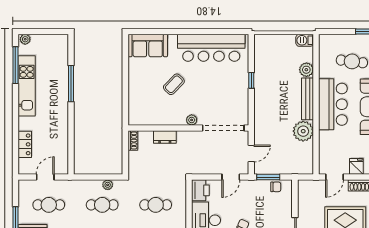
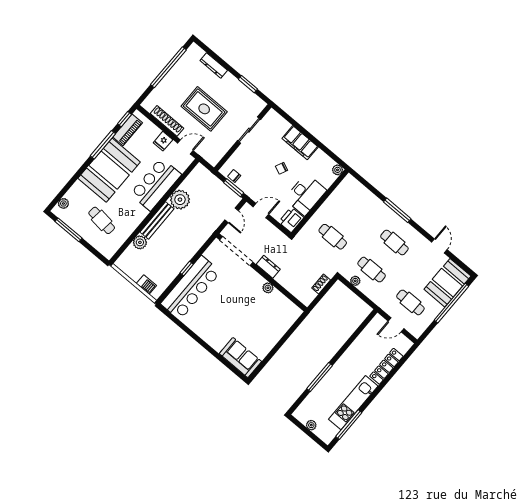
plant: (25, 39) -> (311, 425), moved
barbecue: (305, 40) -> (146, 285), moved
bar counter: (211, 48) -> (191, 288), moved, turned 90
coffee table: (174, 84) -> (245, 313), removed
bar counter: (333, 104) -> (156, 184), moved
plant: (192, 120) -> (268, 288), moved
dresser: (165, 137) -> (268, 267), moved
shoe rack: (133, 141) -> (321, 284), moved
locker: (25, 144) -> (386, 366), width x1.53
door: (251, 154) -> (232, 215), swing flipped

